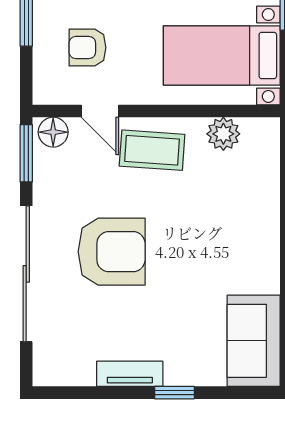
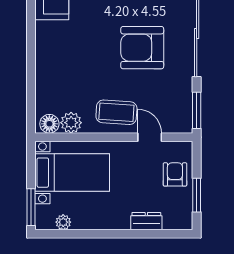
armchair: (87, 48) -> (175, 174), moved, turned -90
floor lamp: (53, 132) -> (49, 124), moved

